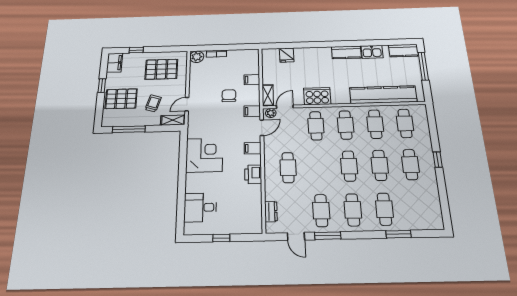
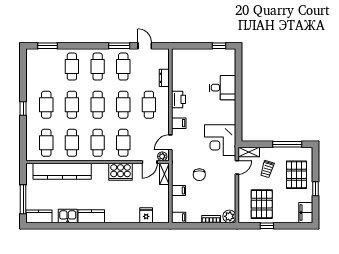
window: (136, 50) -> (267, 226), moved
pallet: (161, 69) -> (262, 204), turned 90
pallet: (121, 99) -> (297, 175), turned 90
filing cabinet: (252, 111) -> (179, 217), moved
corner desk: (204, 155) -> (220, 140), moved
cafe table: (318, 167) -> (123, 105), added
desk: (200, 207) -> (223, 88), moved
dresser: (271, 211) -> (164, 78), moved
window: (399, 234) -> (47, 46), moved
window: (221, 238) -> (219, 46), moved

